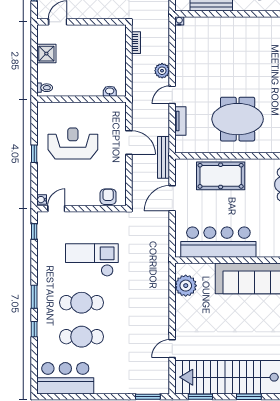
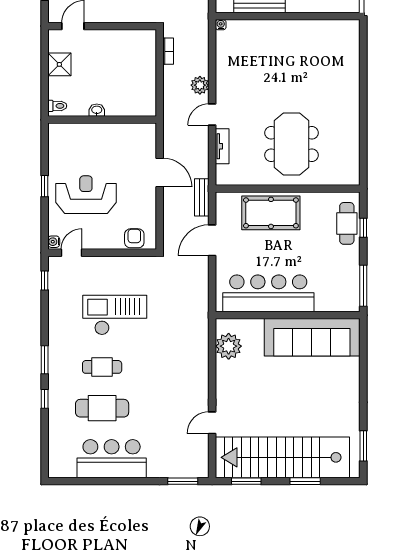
washbasin: (110, 91) -> (97, 110), moved
meeting table: (238, 119) -> (292, 144), turned 90
reception desk: (73, 143) -> (86, 195), moved
bench: (164, 157) -> (202, 197), width x0.73
cafe table: (82, 303) -> (102, 367), width x0.73, depth x0.74
bar counter: (65, 378) -> (112, 459), moved

